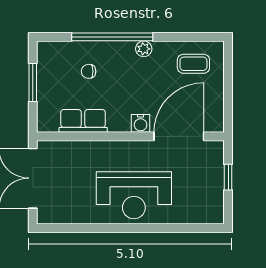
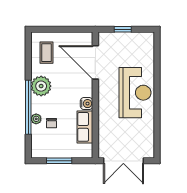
plant: (95, 49) -> (36, 119), added
plant: (144, 49) -> (41, 86), width x1.87, depth x1.87
water cooler: (141, 123) -> (87, 104), moved

